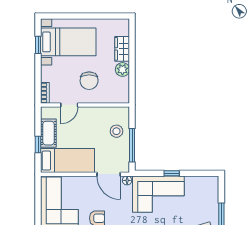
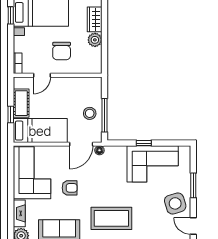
stool: (116, 131) -> (90, 113), moved
door: (109, 174) -> (81, 144), hinge flipped
corner sofa: (158, 194) -> (153, 164), moved

